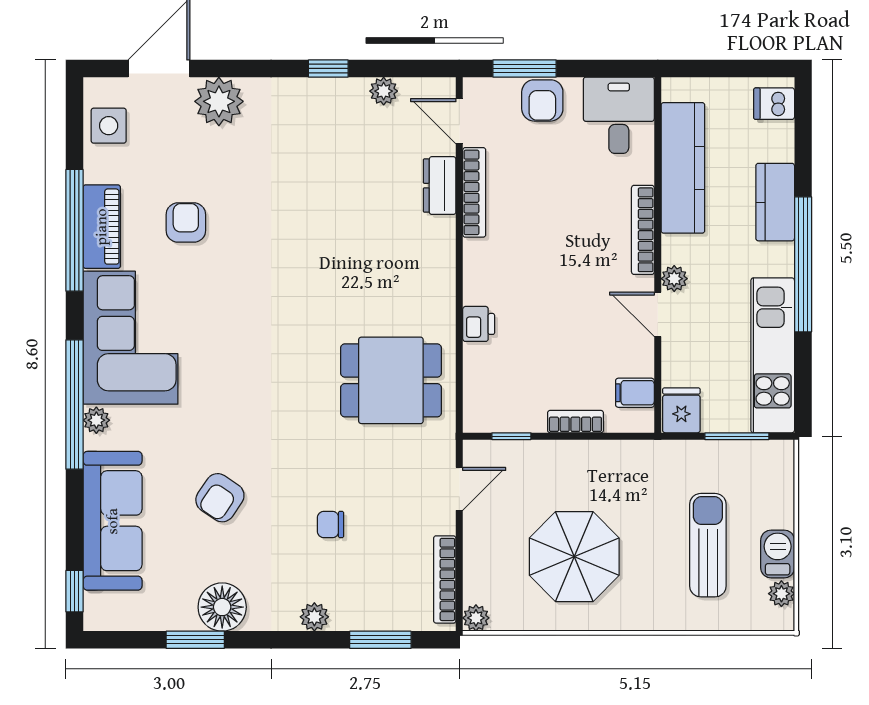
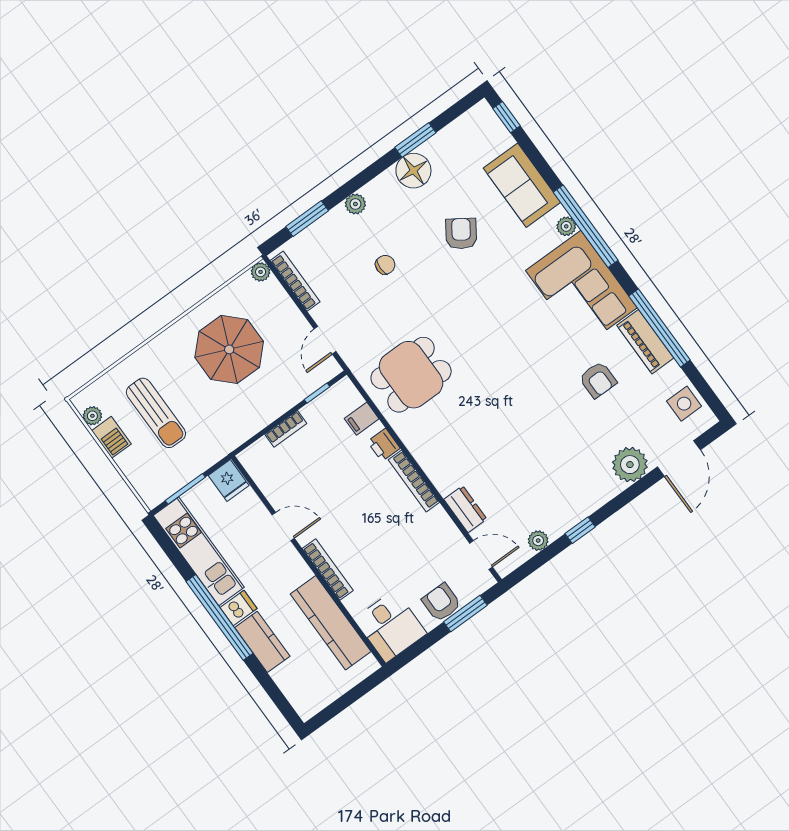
dishwasher: (774, 104) -> (239, 608), moved
bookcase: (474, 192) -> (414, 481), moved
plant: (674, 279) -> (289, 554), removed
filing cabinet: (635, 393) -> (362, 419), moved, turned 180
sofa: (113, 521) -> (522, 185), width x0.73

